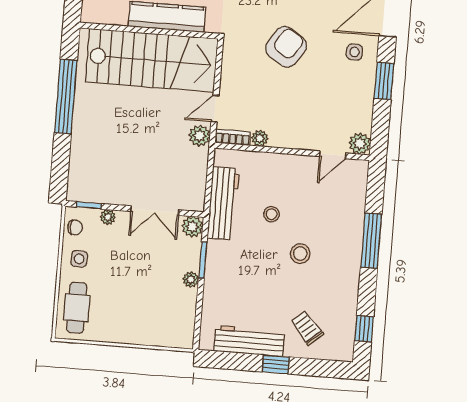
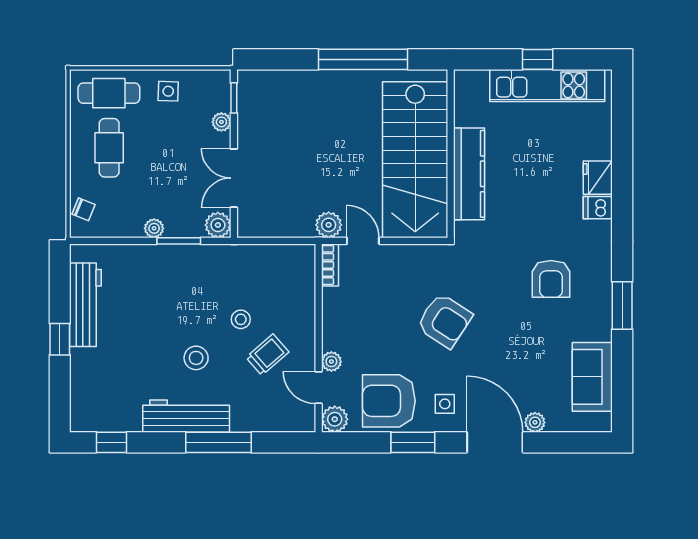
armchair: (348, 98) -> (389, 401), added
plant: (260, 138) -> (331, 362), moved
workbench: (223, 203) -> (186, 416), moved, turned 180
chair: (75, 227) -> (84, 209), moved, turned -68
cafe table: (122, 311) -> (109, 148), added
trolley: (307, 328) -> (267, 355), moved

